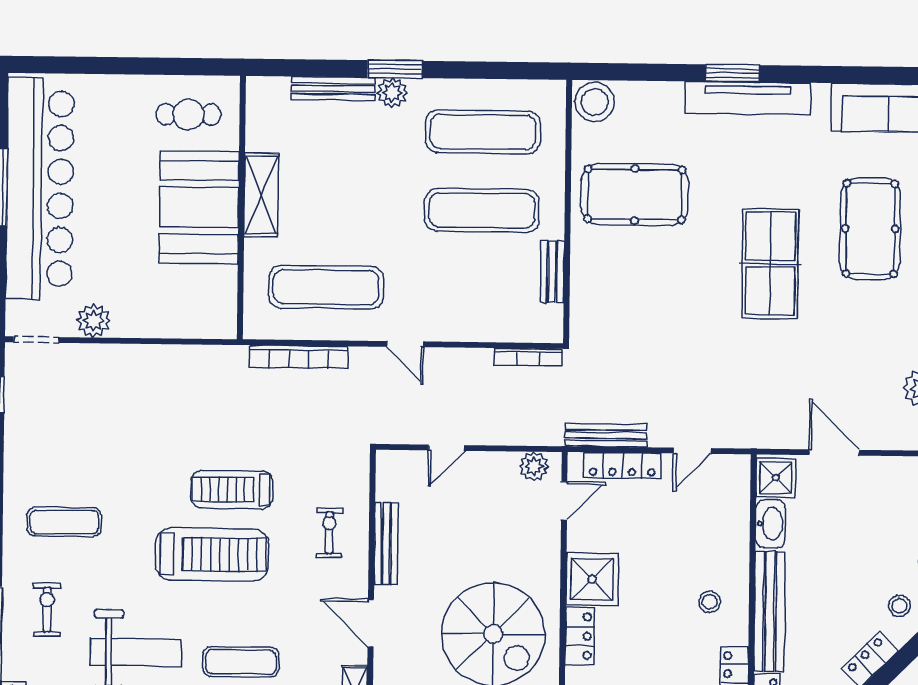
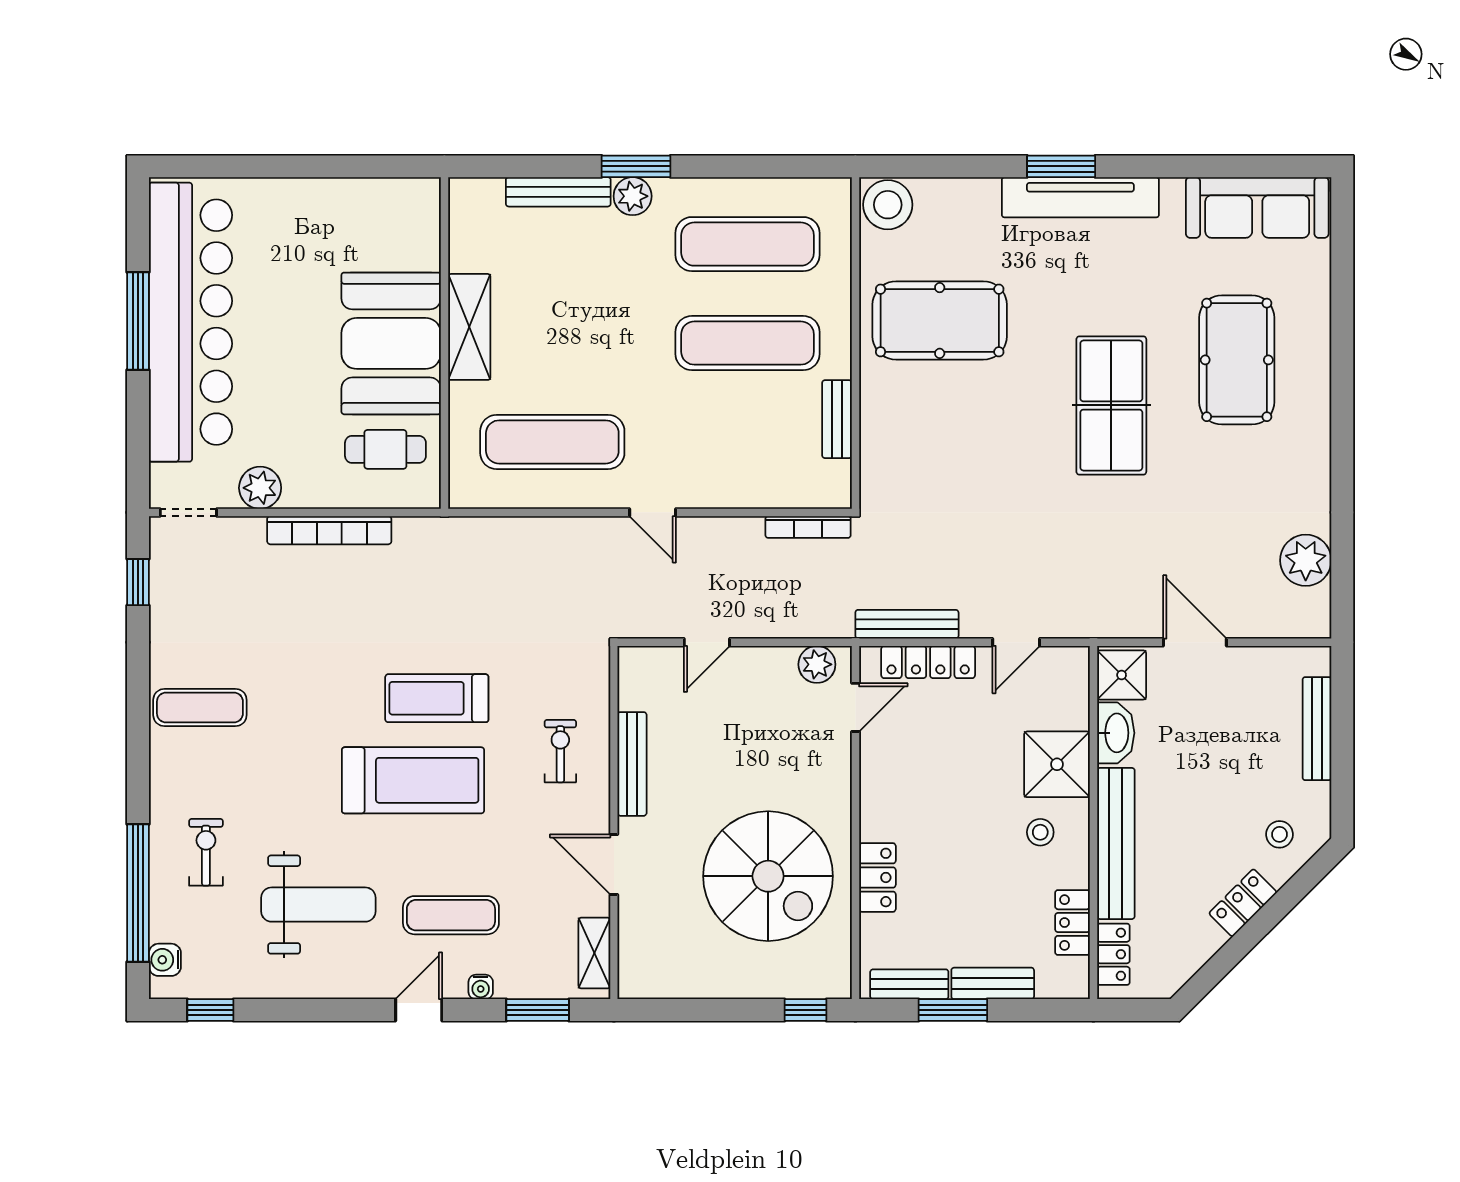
cafe table: (188, 114) -> (385, 449), moved
bookcase: (298, 357) -> (329, 530), moved
exercise mat: (64, 522) -> (200, 708), moved
shower: (592, 579) -> (1057, 764), moved

